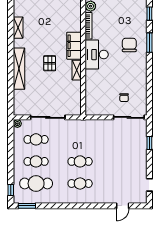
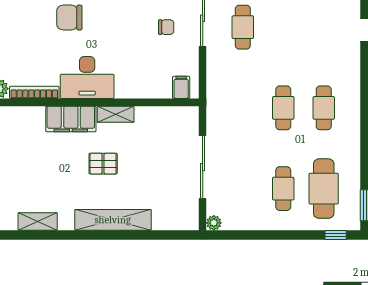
filing cabinet: (91, 106) -> (181, 87), added
cafe table: (36, 139) -> (243, 27), moved

